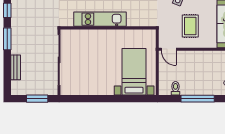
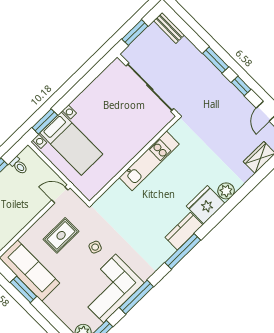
rug: (190, 26) -> (61, 235), turned 90
bench: (16, 67) -> (169, 28), moved
window: (137, 99) -> (45, 121), added

